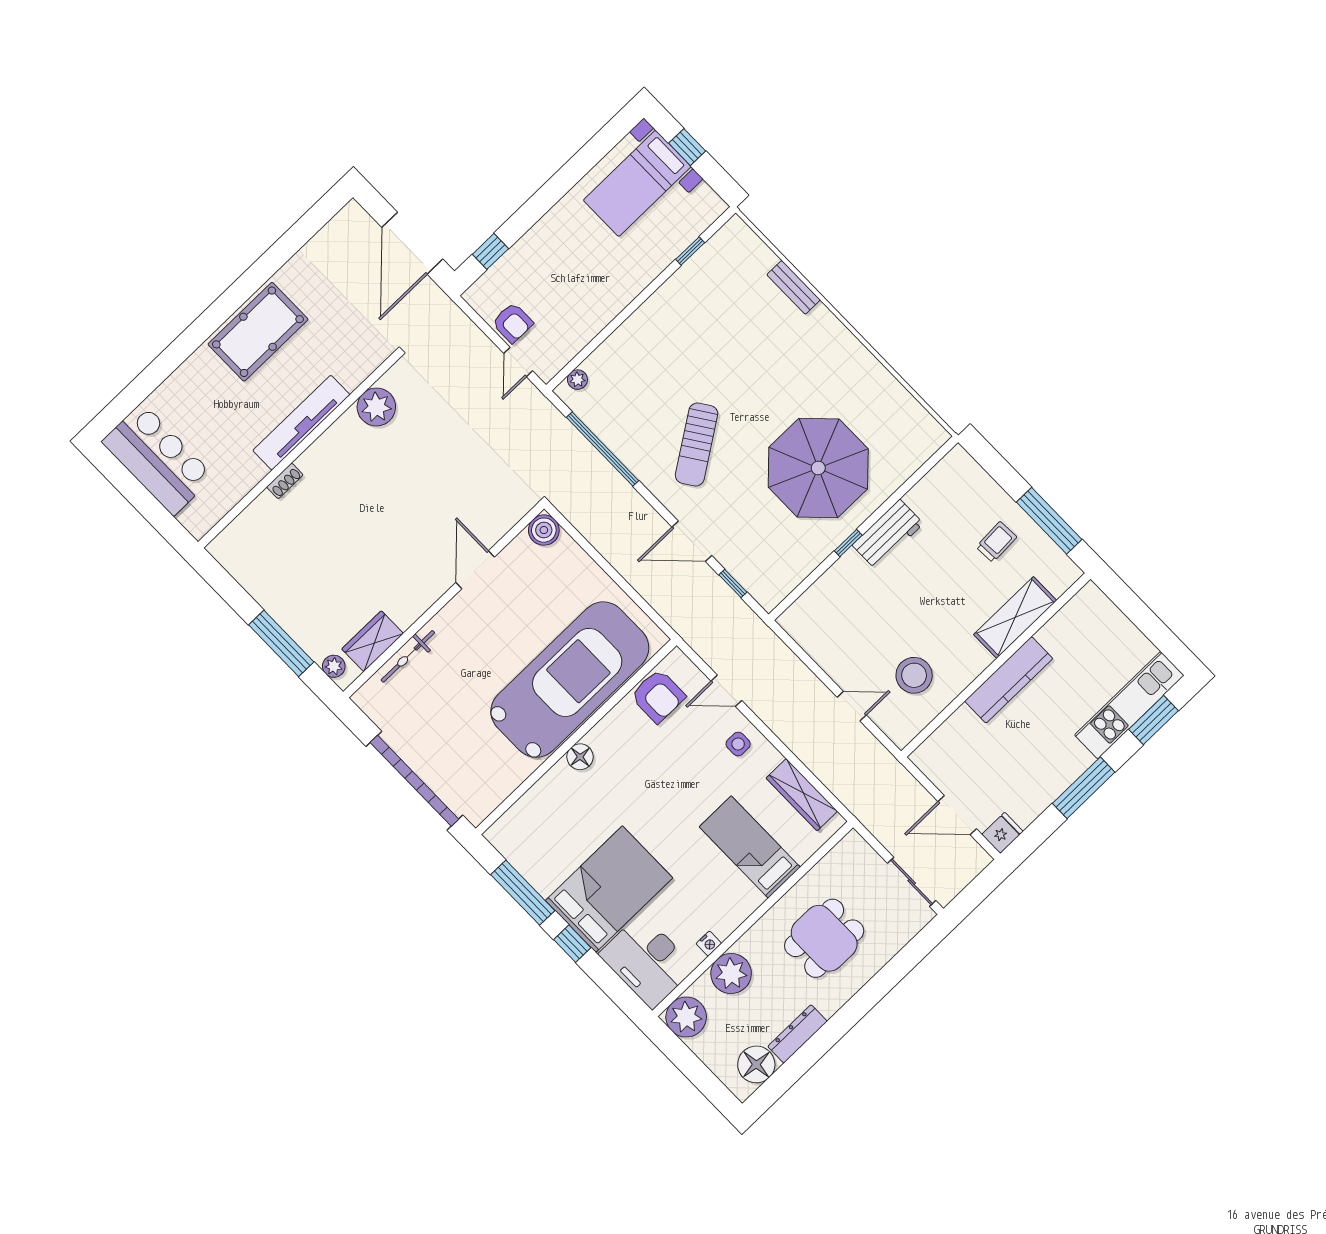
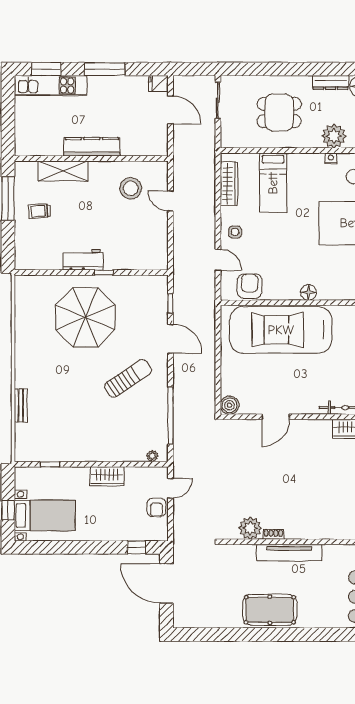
door: (412, 243) -> (166, 584), swing flipped
wardrobe: (608, 303) -> (107, 476), added
armchair: (513, 323) -> (156, 507), turned 180
shoe rack: (285, 481) -> (273, 534), moved

